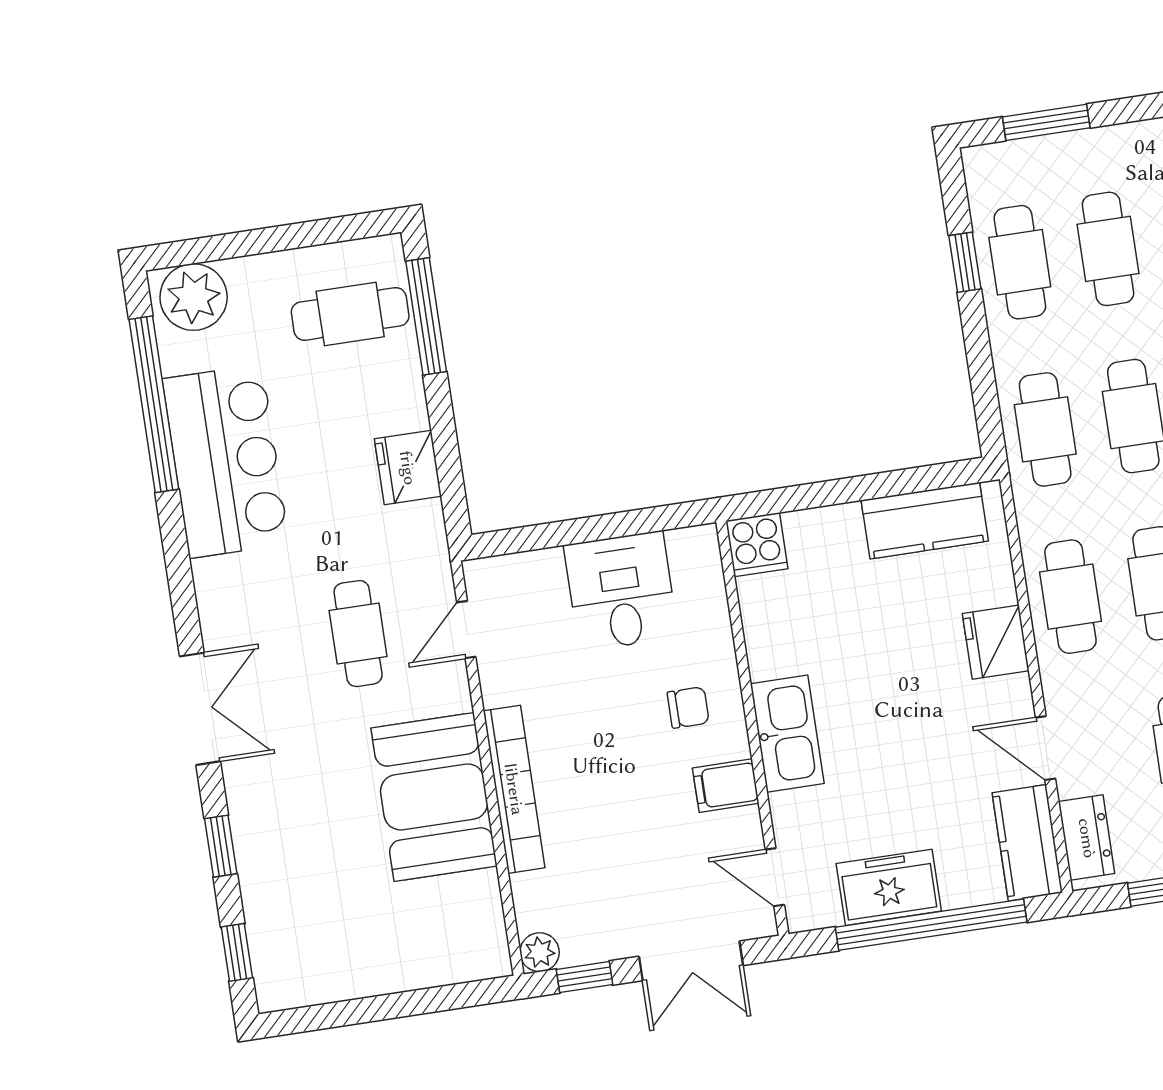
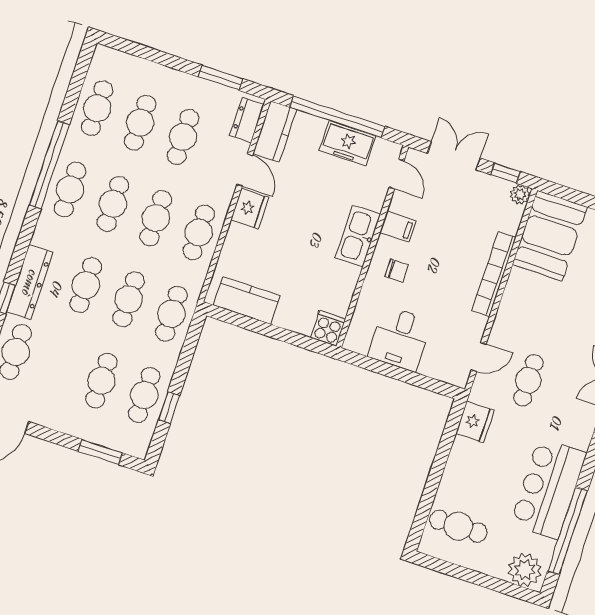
window: (426, 316) -> (425, 508), removed
fridge: (408, 468) -> (475, 422), moved
fridge: (996, 642) -> (250, 209), moved
chair: (688, 708) -> (397, 271), turned 180
booth: (434, 797) -> (550, 236), moved

